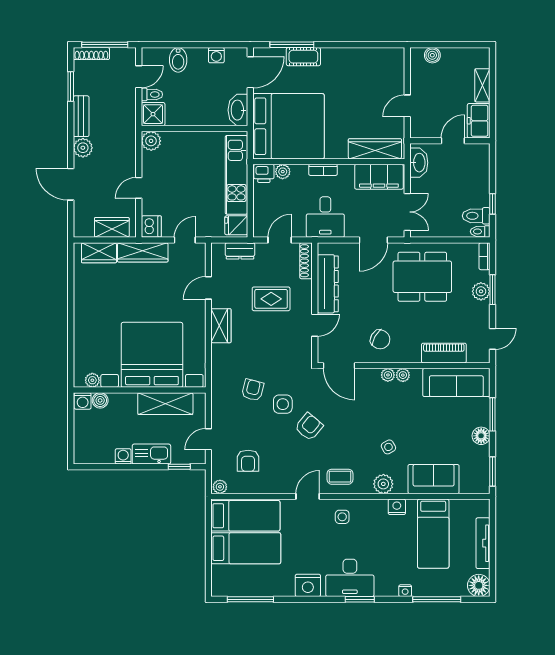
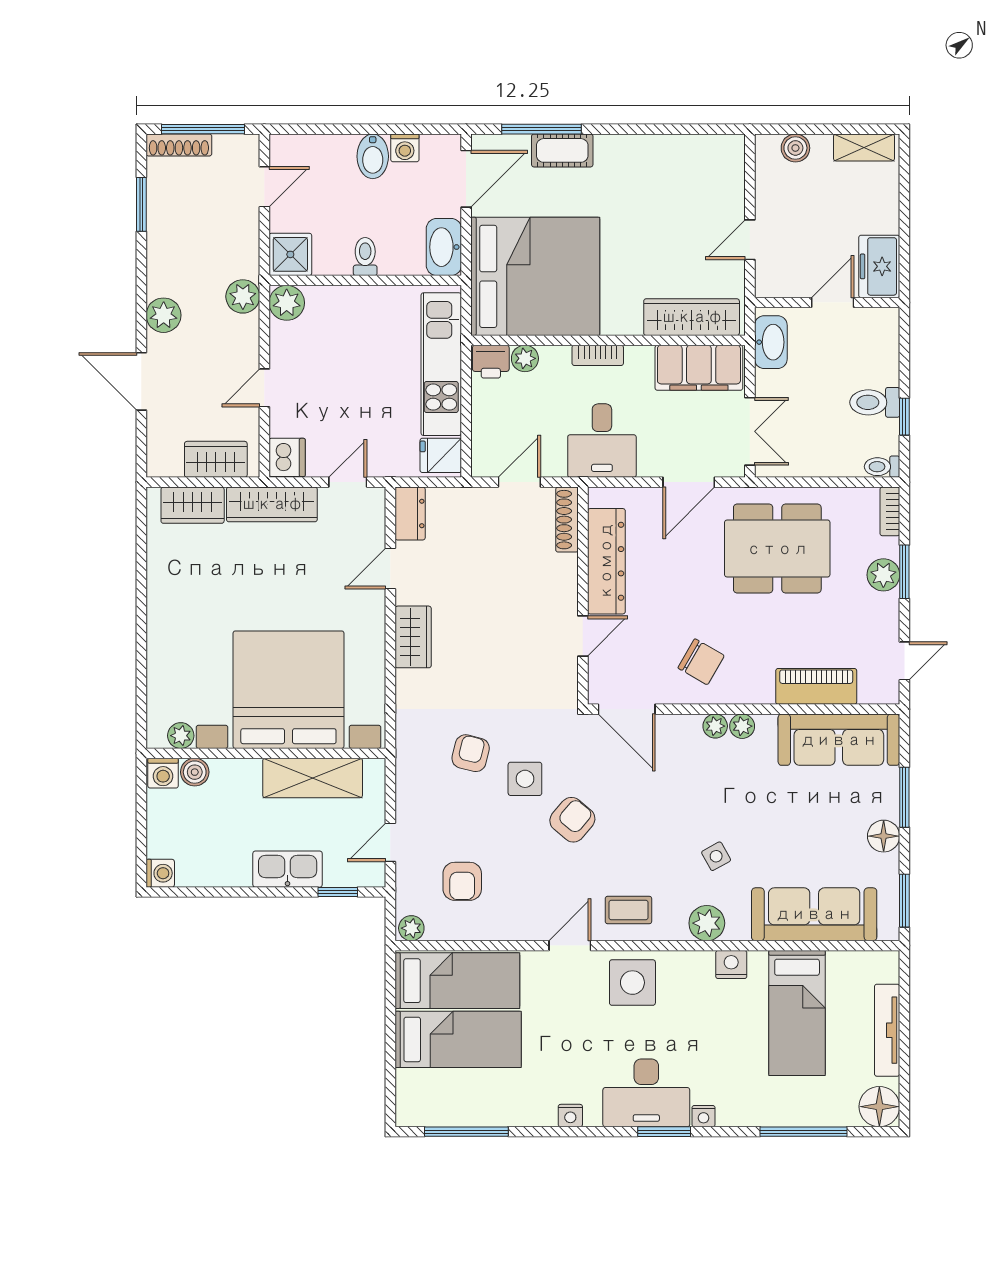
bidet: (178, 60) -> (373, 156), moved
shelving: (482, 85) -> (864, 147), moved, turned 90
toilet: (152, 94) -> (365, 257), moved, turned -90
bench: (81, 116) -> (160, 258), removed
plant: (127, 137) -> (243, 296), added
toilet: (476, 216) -> (875, 402), moved
dresser: (240, 251) -> (410, 513), moved, turned -90
rug: (271, 299) -> (504, 588), removed
washing machine: (123, 456) -> (160, 873), moved, turned 90
sofa: (434, 479) -> (814, 914), width x1.36
side table: (342, 517) -> (632, 983), width x1.87, depth x1.87
nightstand: (308, 585) -> (570, 1116), width x0.53, depth x0.56
nightstand: (405, 591) -> (703, 1116), moved

